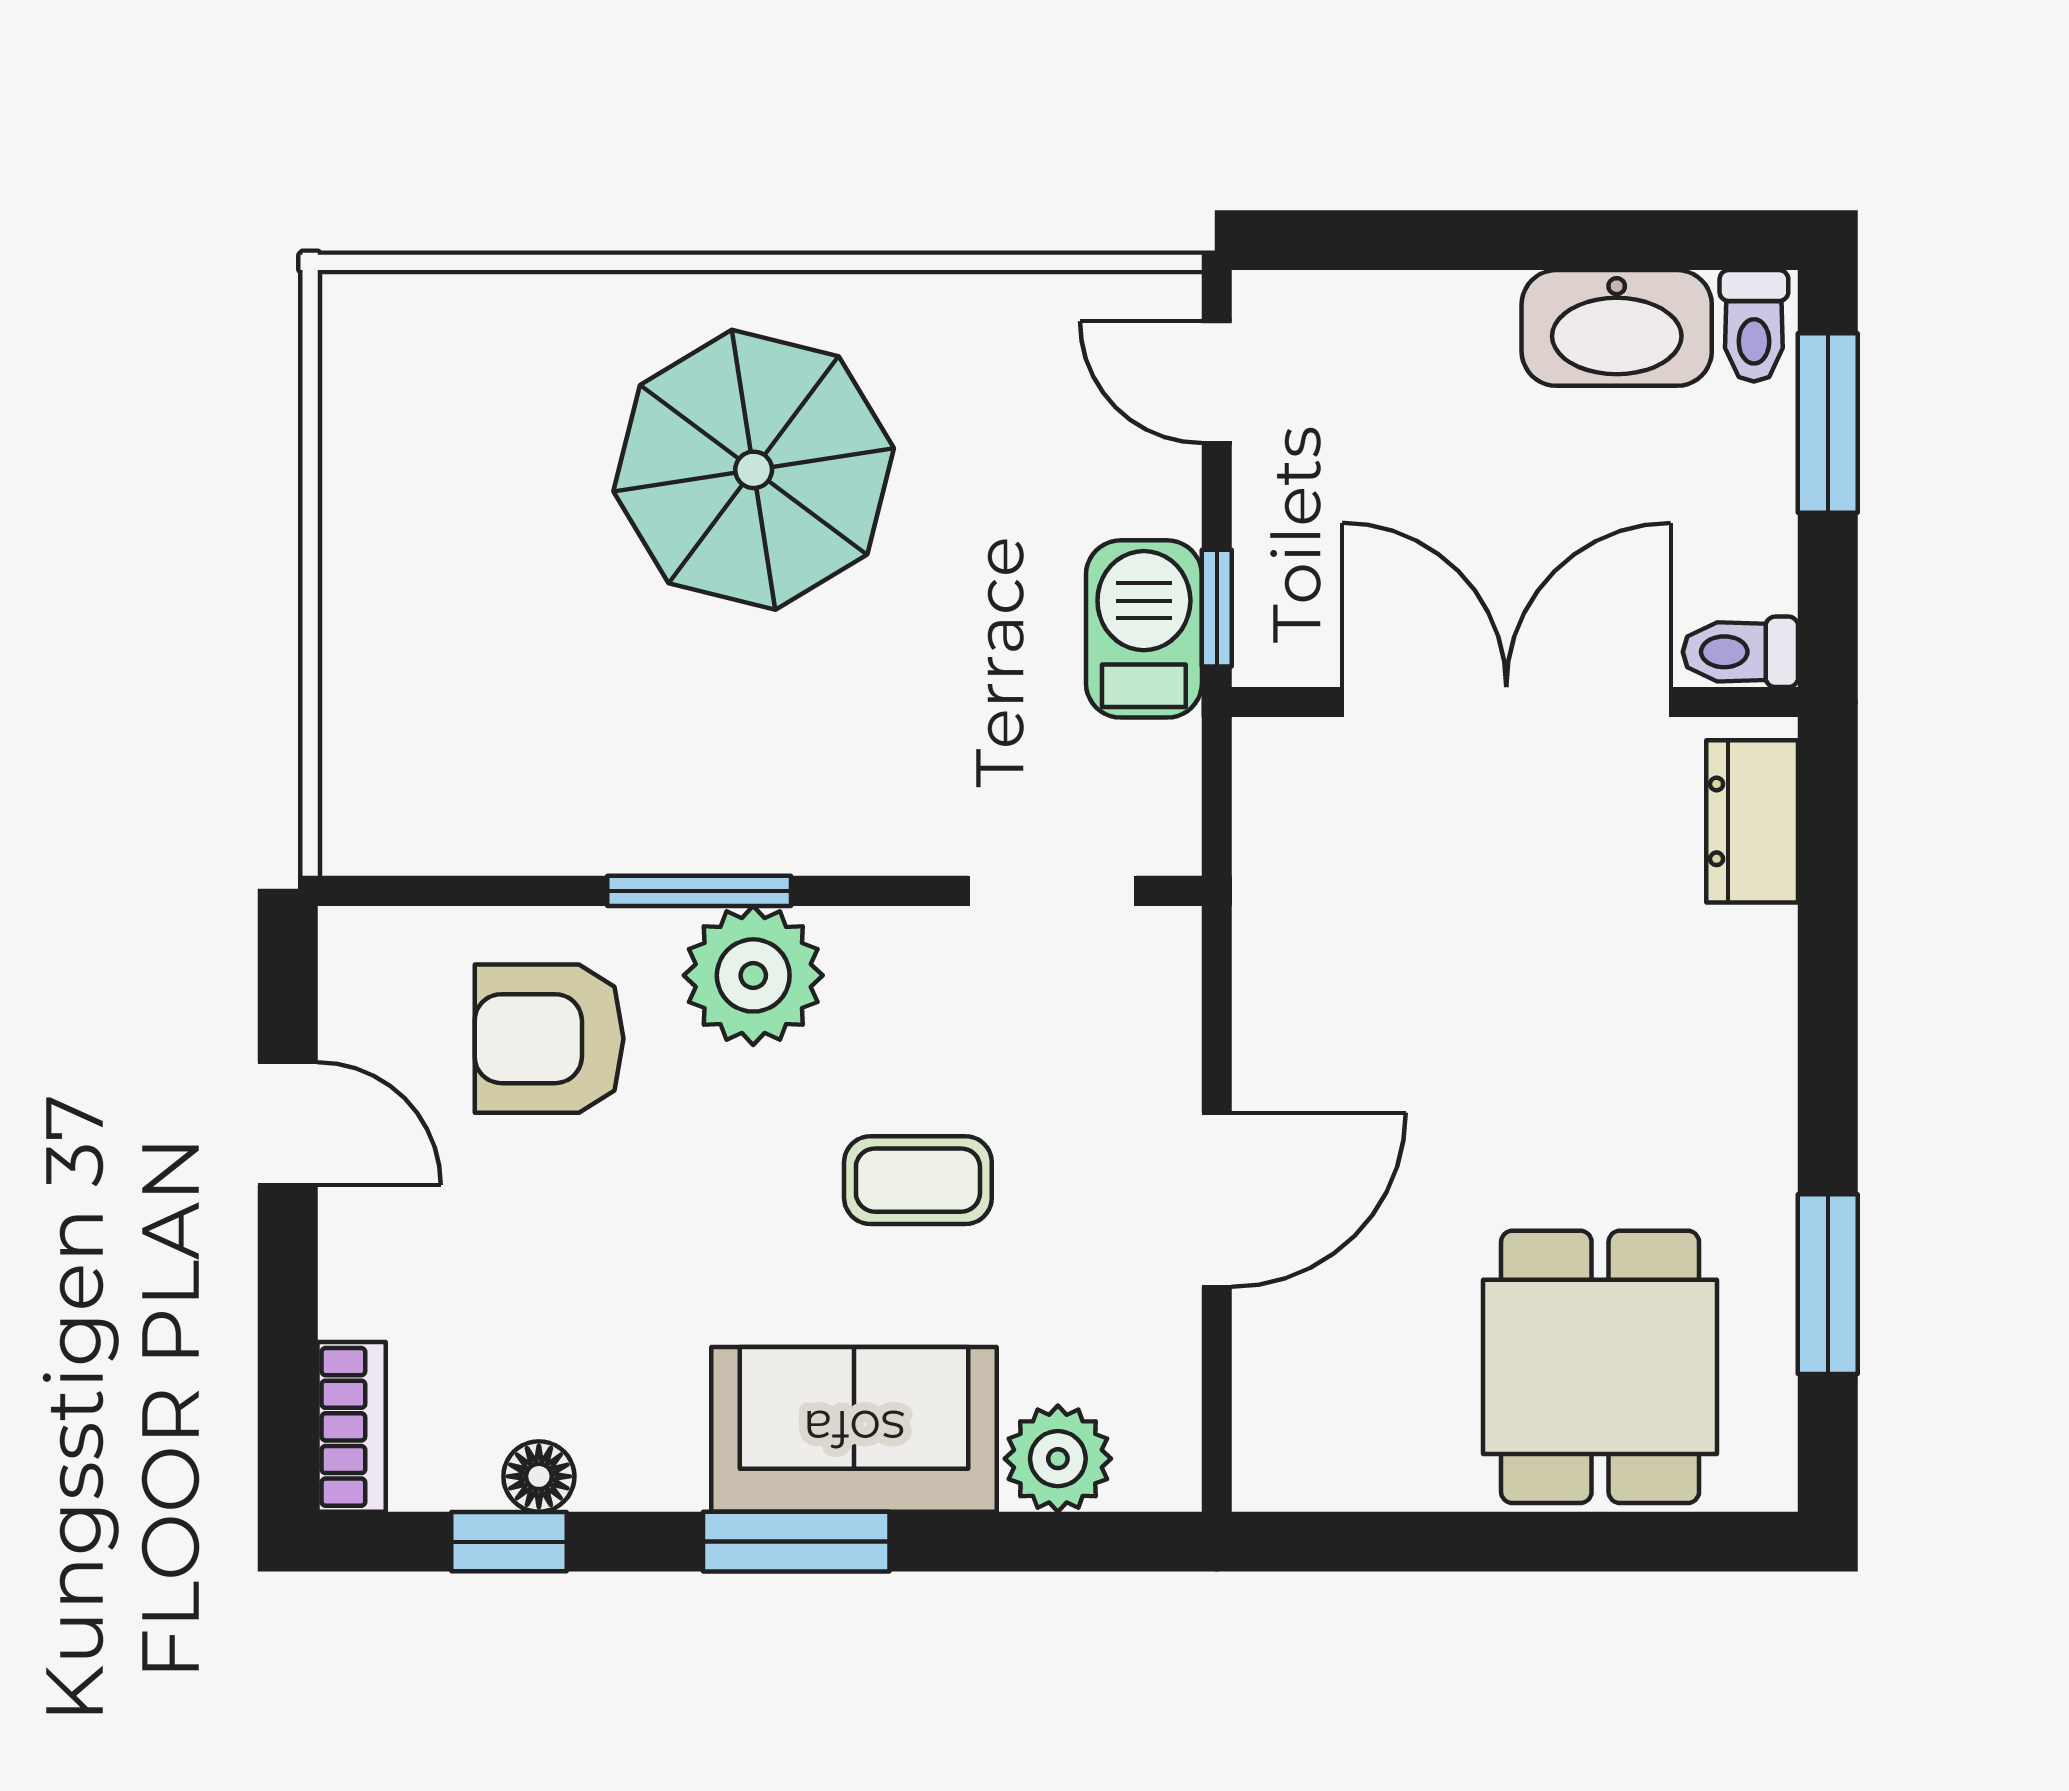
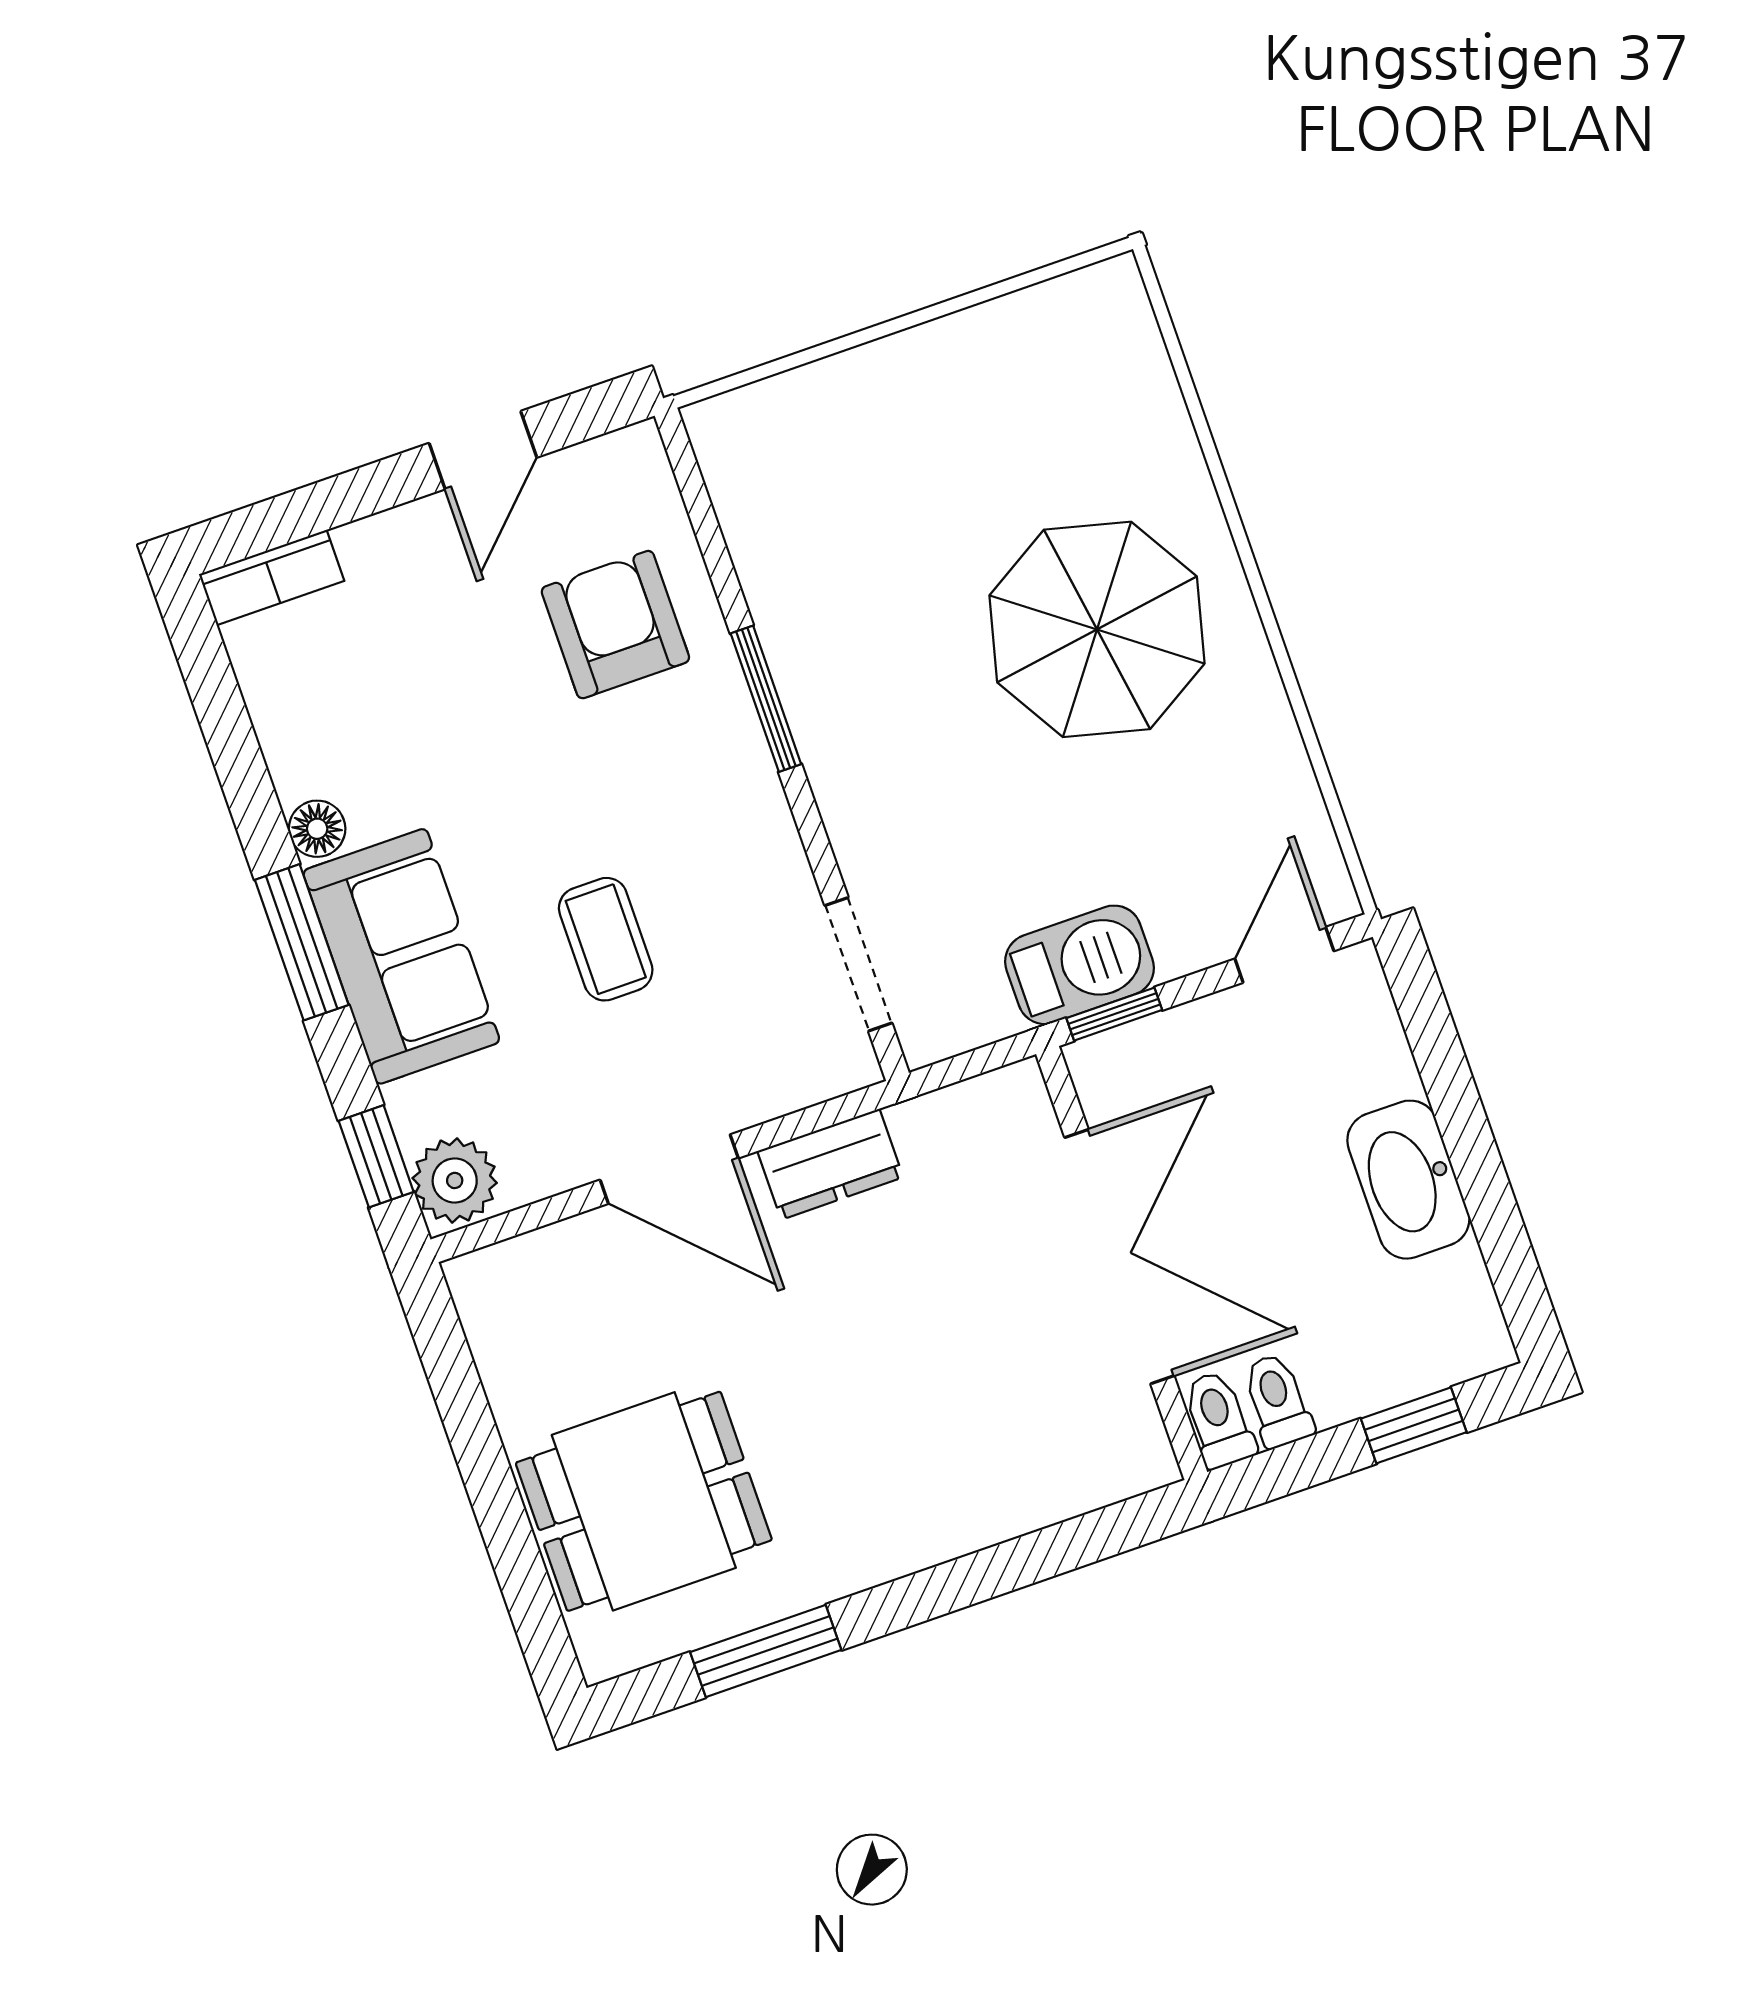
toilet: (1754, 326) -> (1277, 1401), moved, turned 90
washbasin: (1617, 328) -> (1408, 1180), moved
window: (1828, 423) -> (1414, 1425), width x0.67
dresser: (1752, 821) -> (830, 1164), moved, turned 180
plant: (753, 975) -> (716, 762), removed
plant: (1058, 1459) -> (455, 1180), moved
floor lamp: (539, 1476) -> (317, 829), moved
window: (509, 1542) -> (376, 1156), moved

